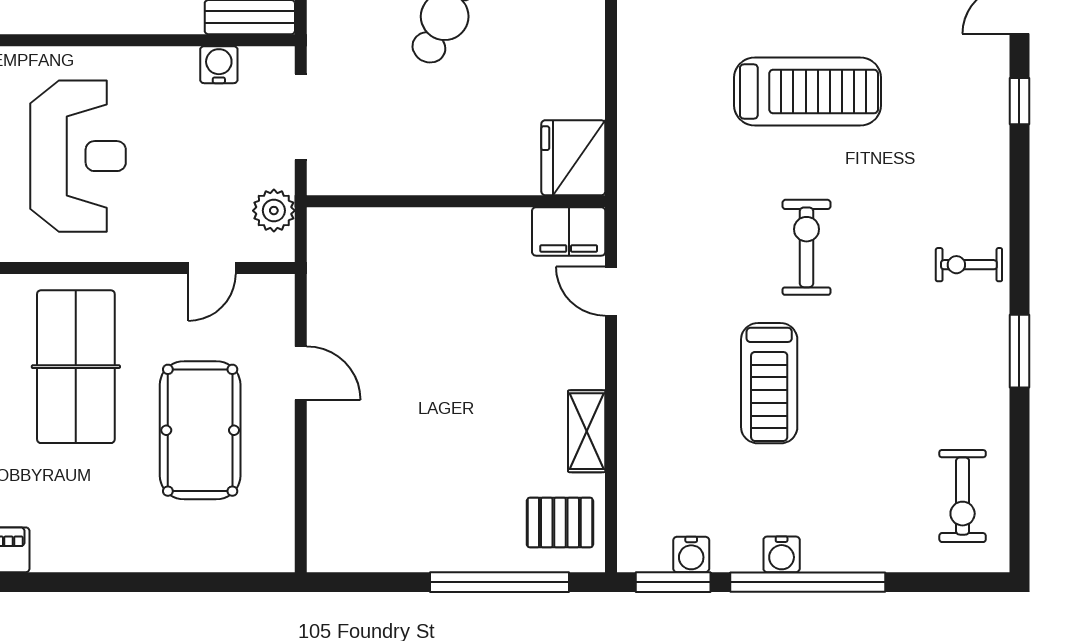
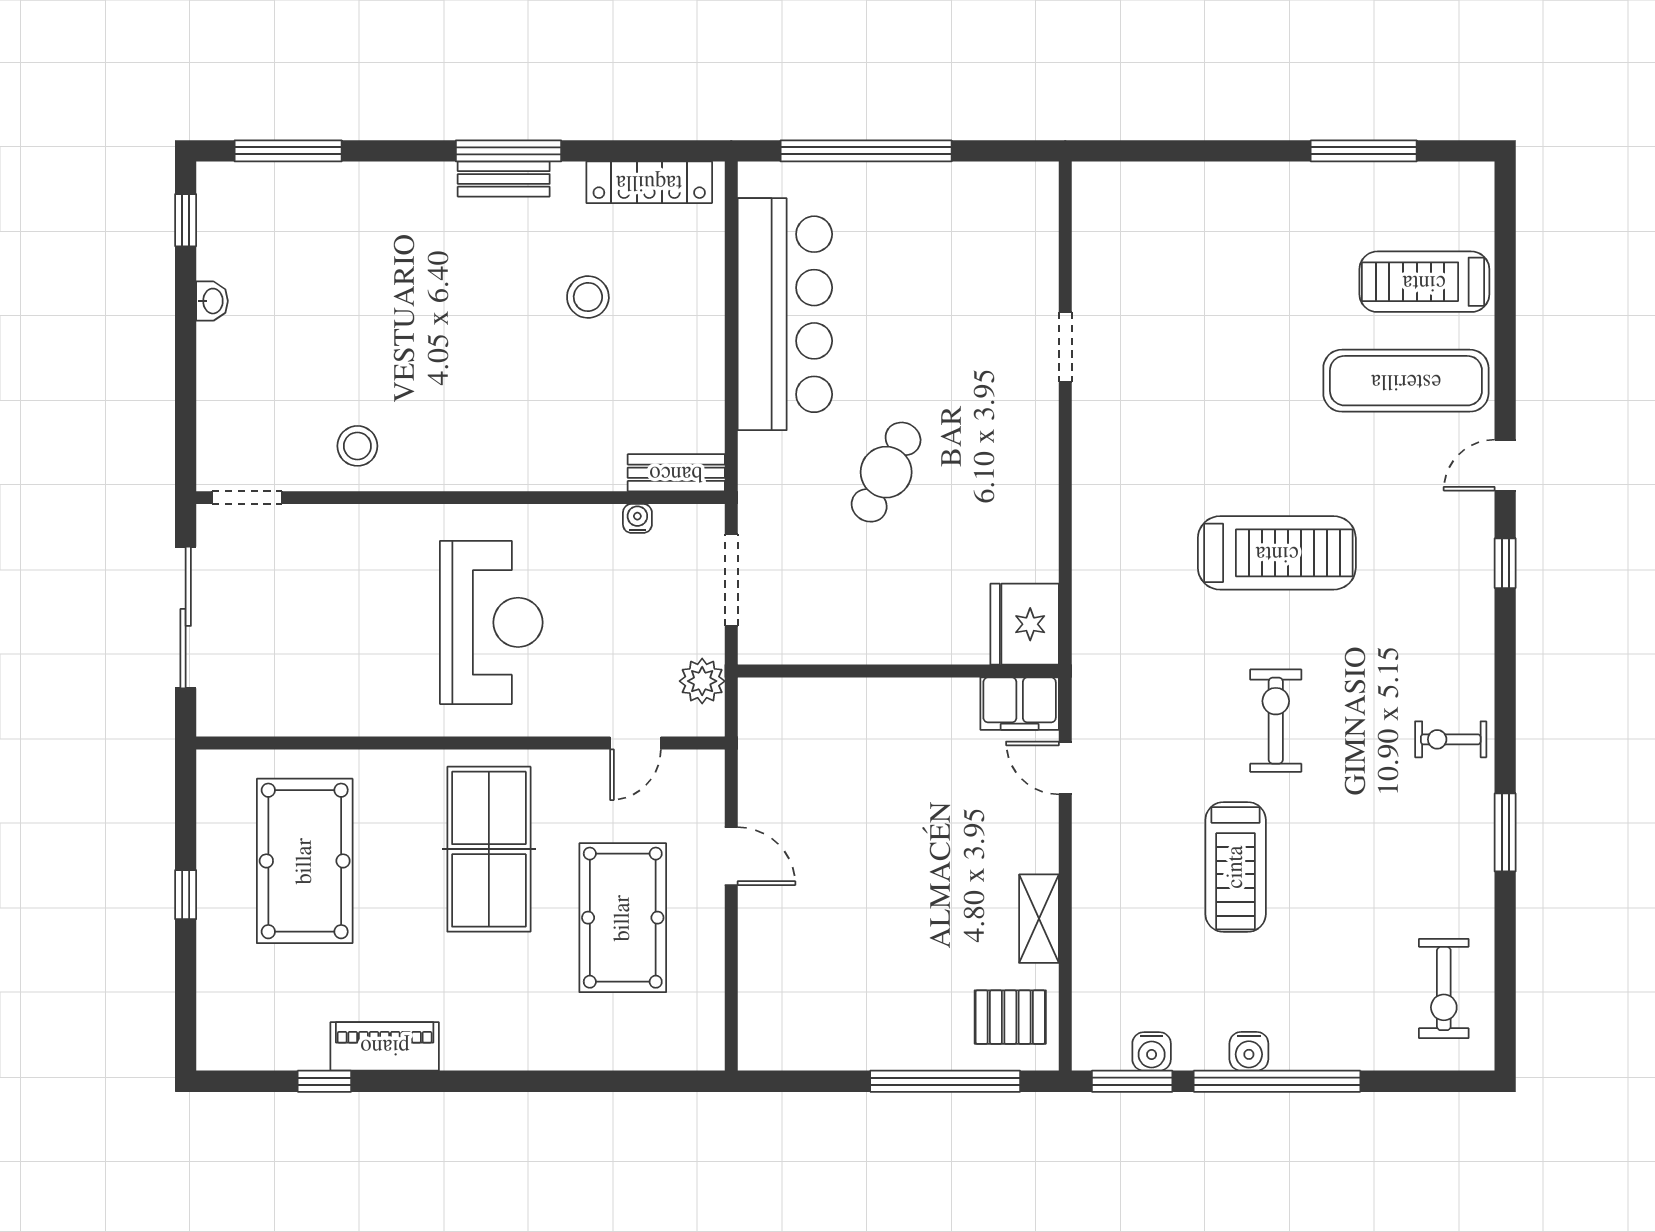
water cooler: (219, 65) -> (637, 518), width x0.72, depth x0.72

